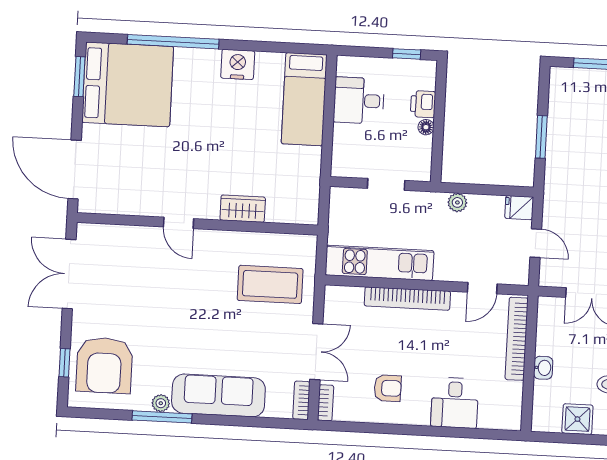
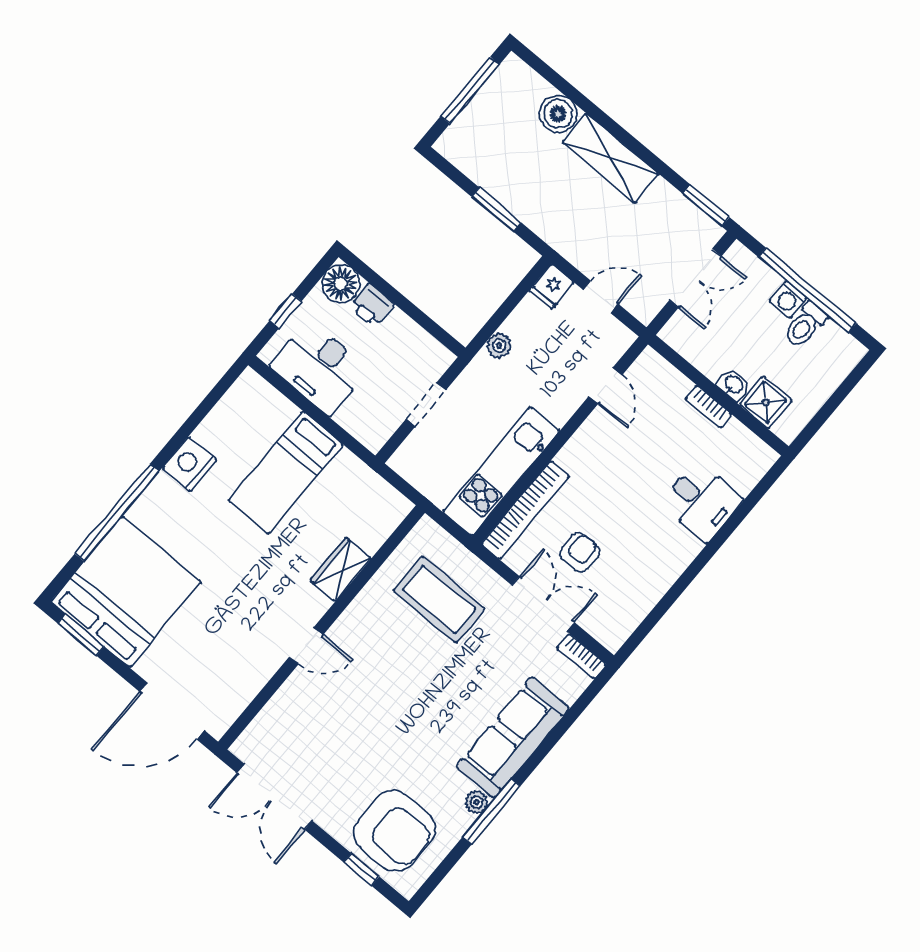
window: (407, 54) -> (285, 311), moved
bed: (304, 99) -> (286, 473), moved, turned 90
desk: (359, 101) -> (319, 368), width x1.37
floor lamp: (426, 127) -> (341, 284), moved, width x1.89, depth x1.89
coffee table: (270, 284) -> (439, 600), turned 90
bookcase: (407, 299) -> (525, 510), moved
bookcase: (517, 339) -> (708, 407), width x0.43, depth x0.76
armchair: (388, 388) -> (580, 552), moved
bookcase: (326, 403) -> (602, 634), removed
shower: (577, 419) -> (766, 402), moved

